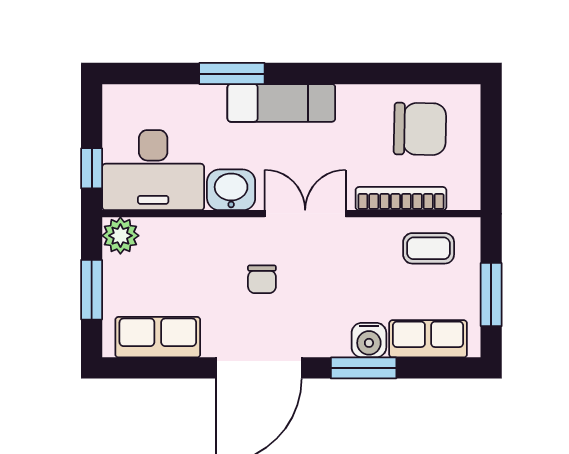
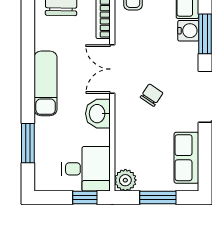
window: (232, 74) -> (28, 143), moved
desk: (153, 170) -> (86, 169), width x0.73
chair: (262, 279) -> (152, 95), turned -56

